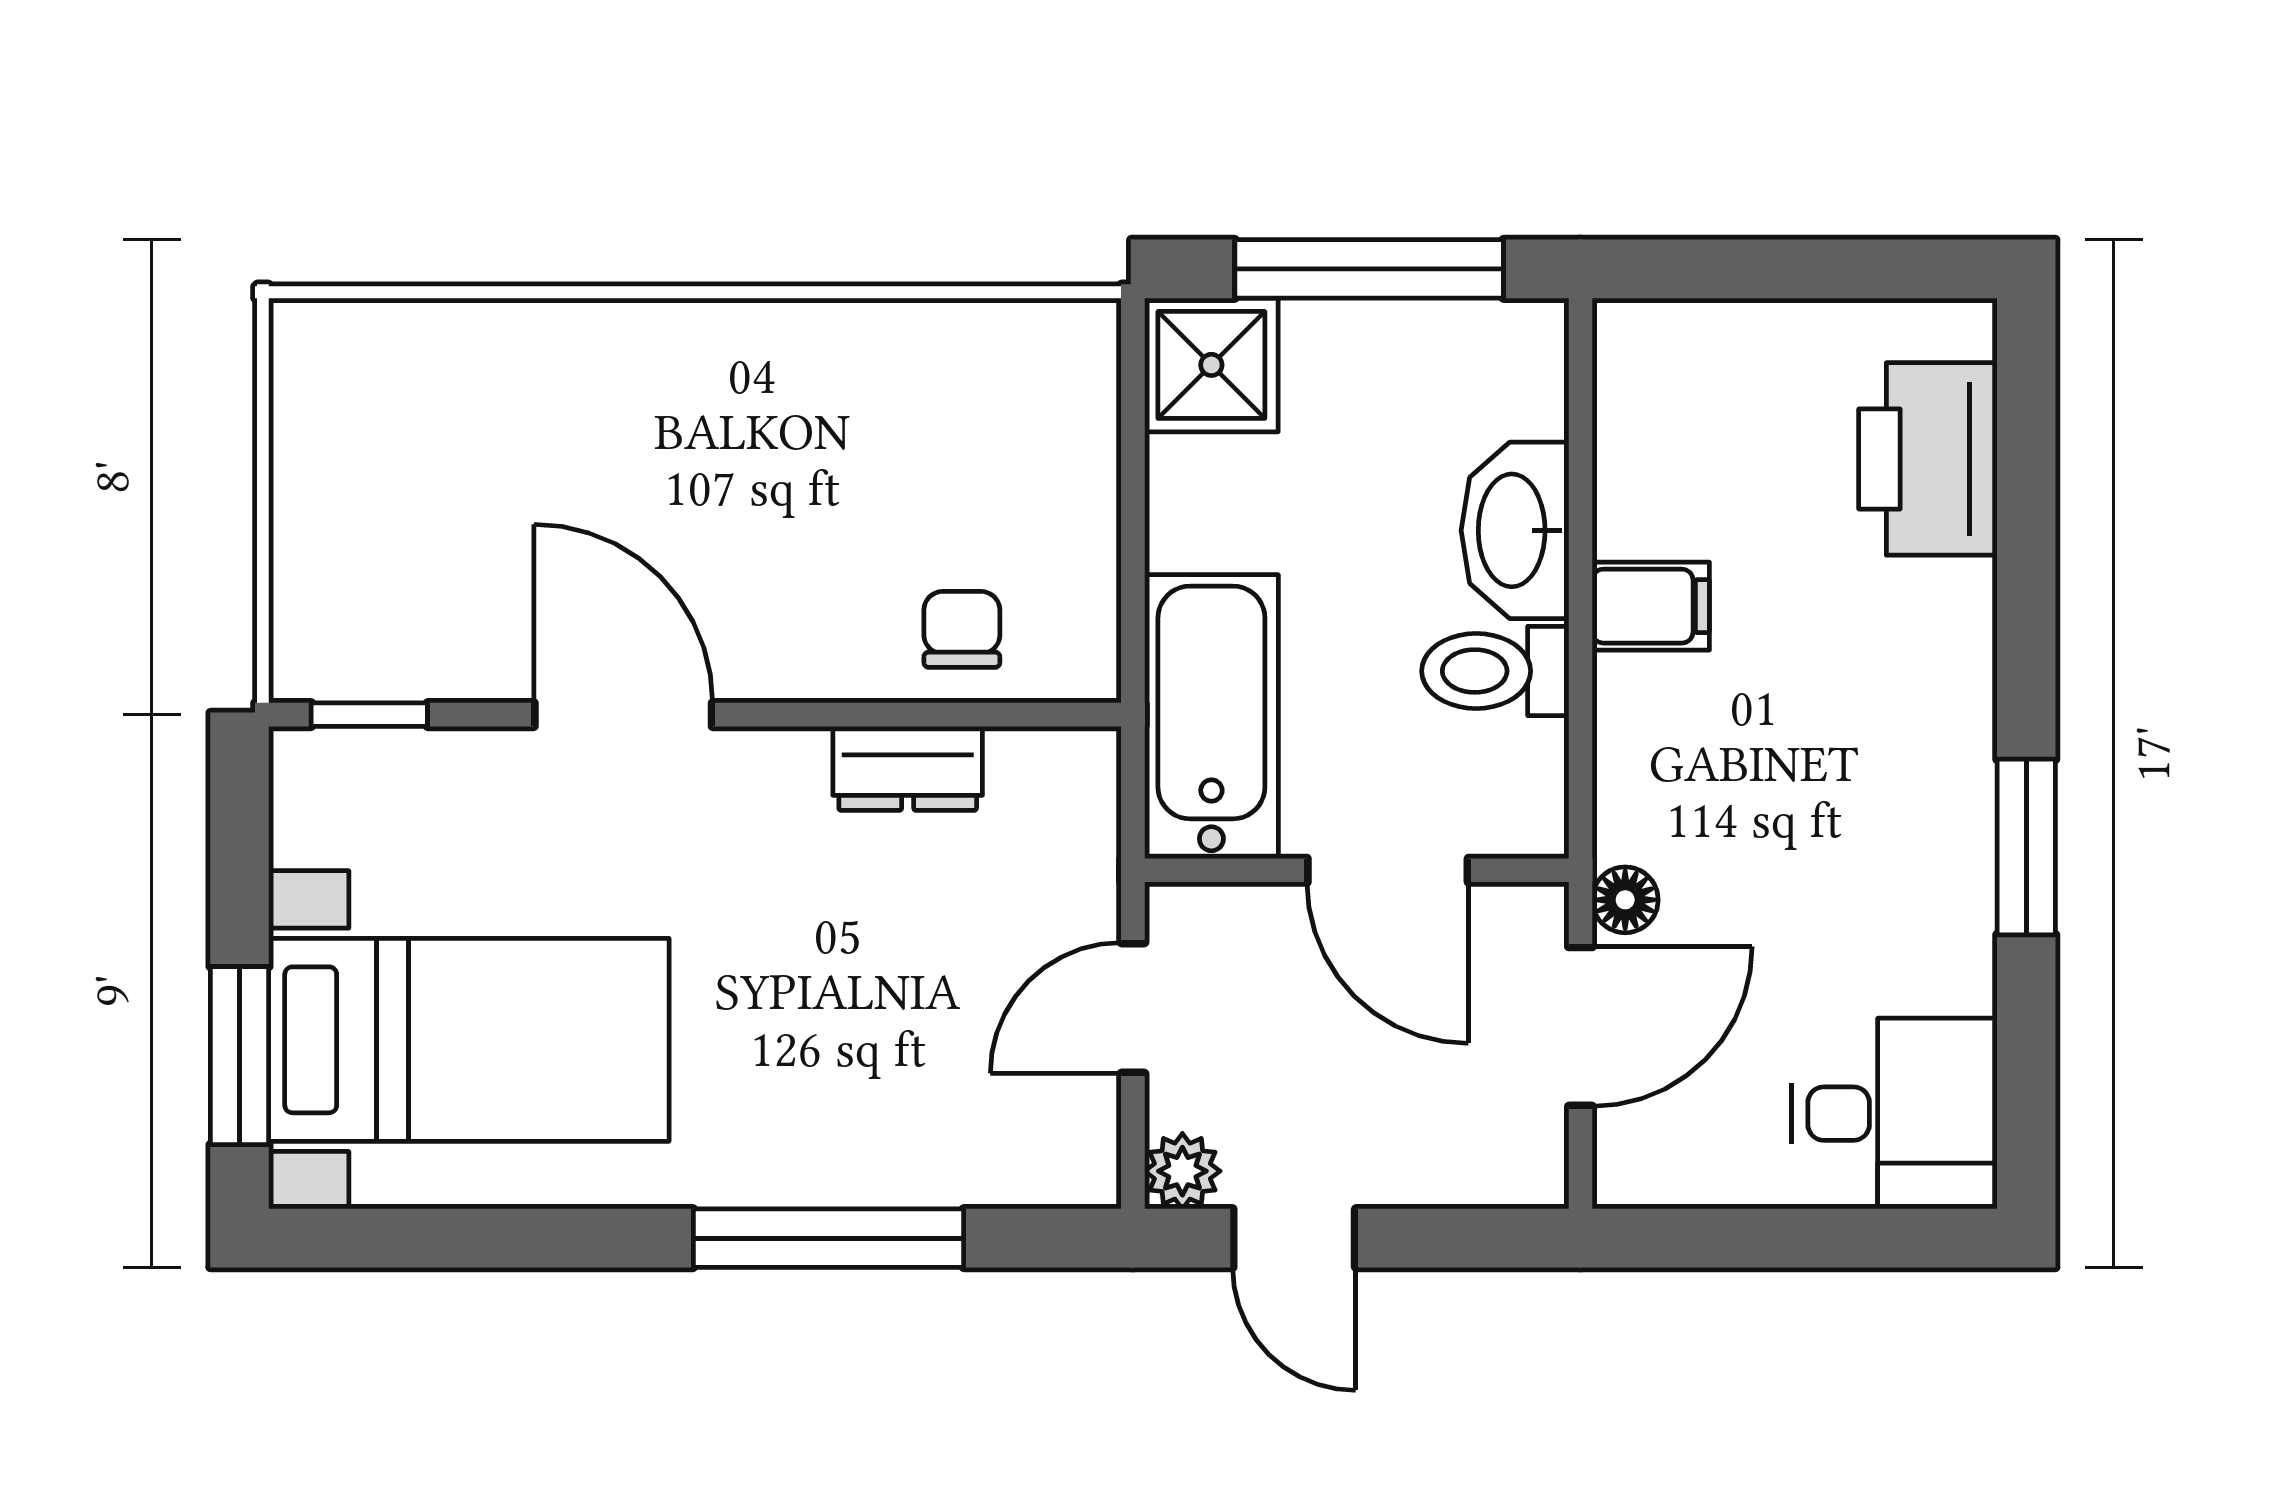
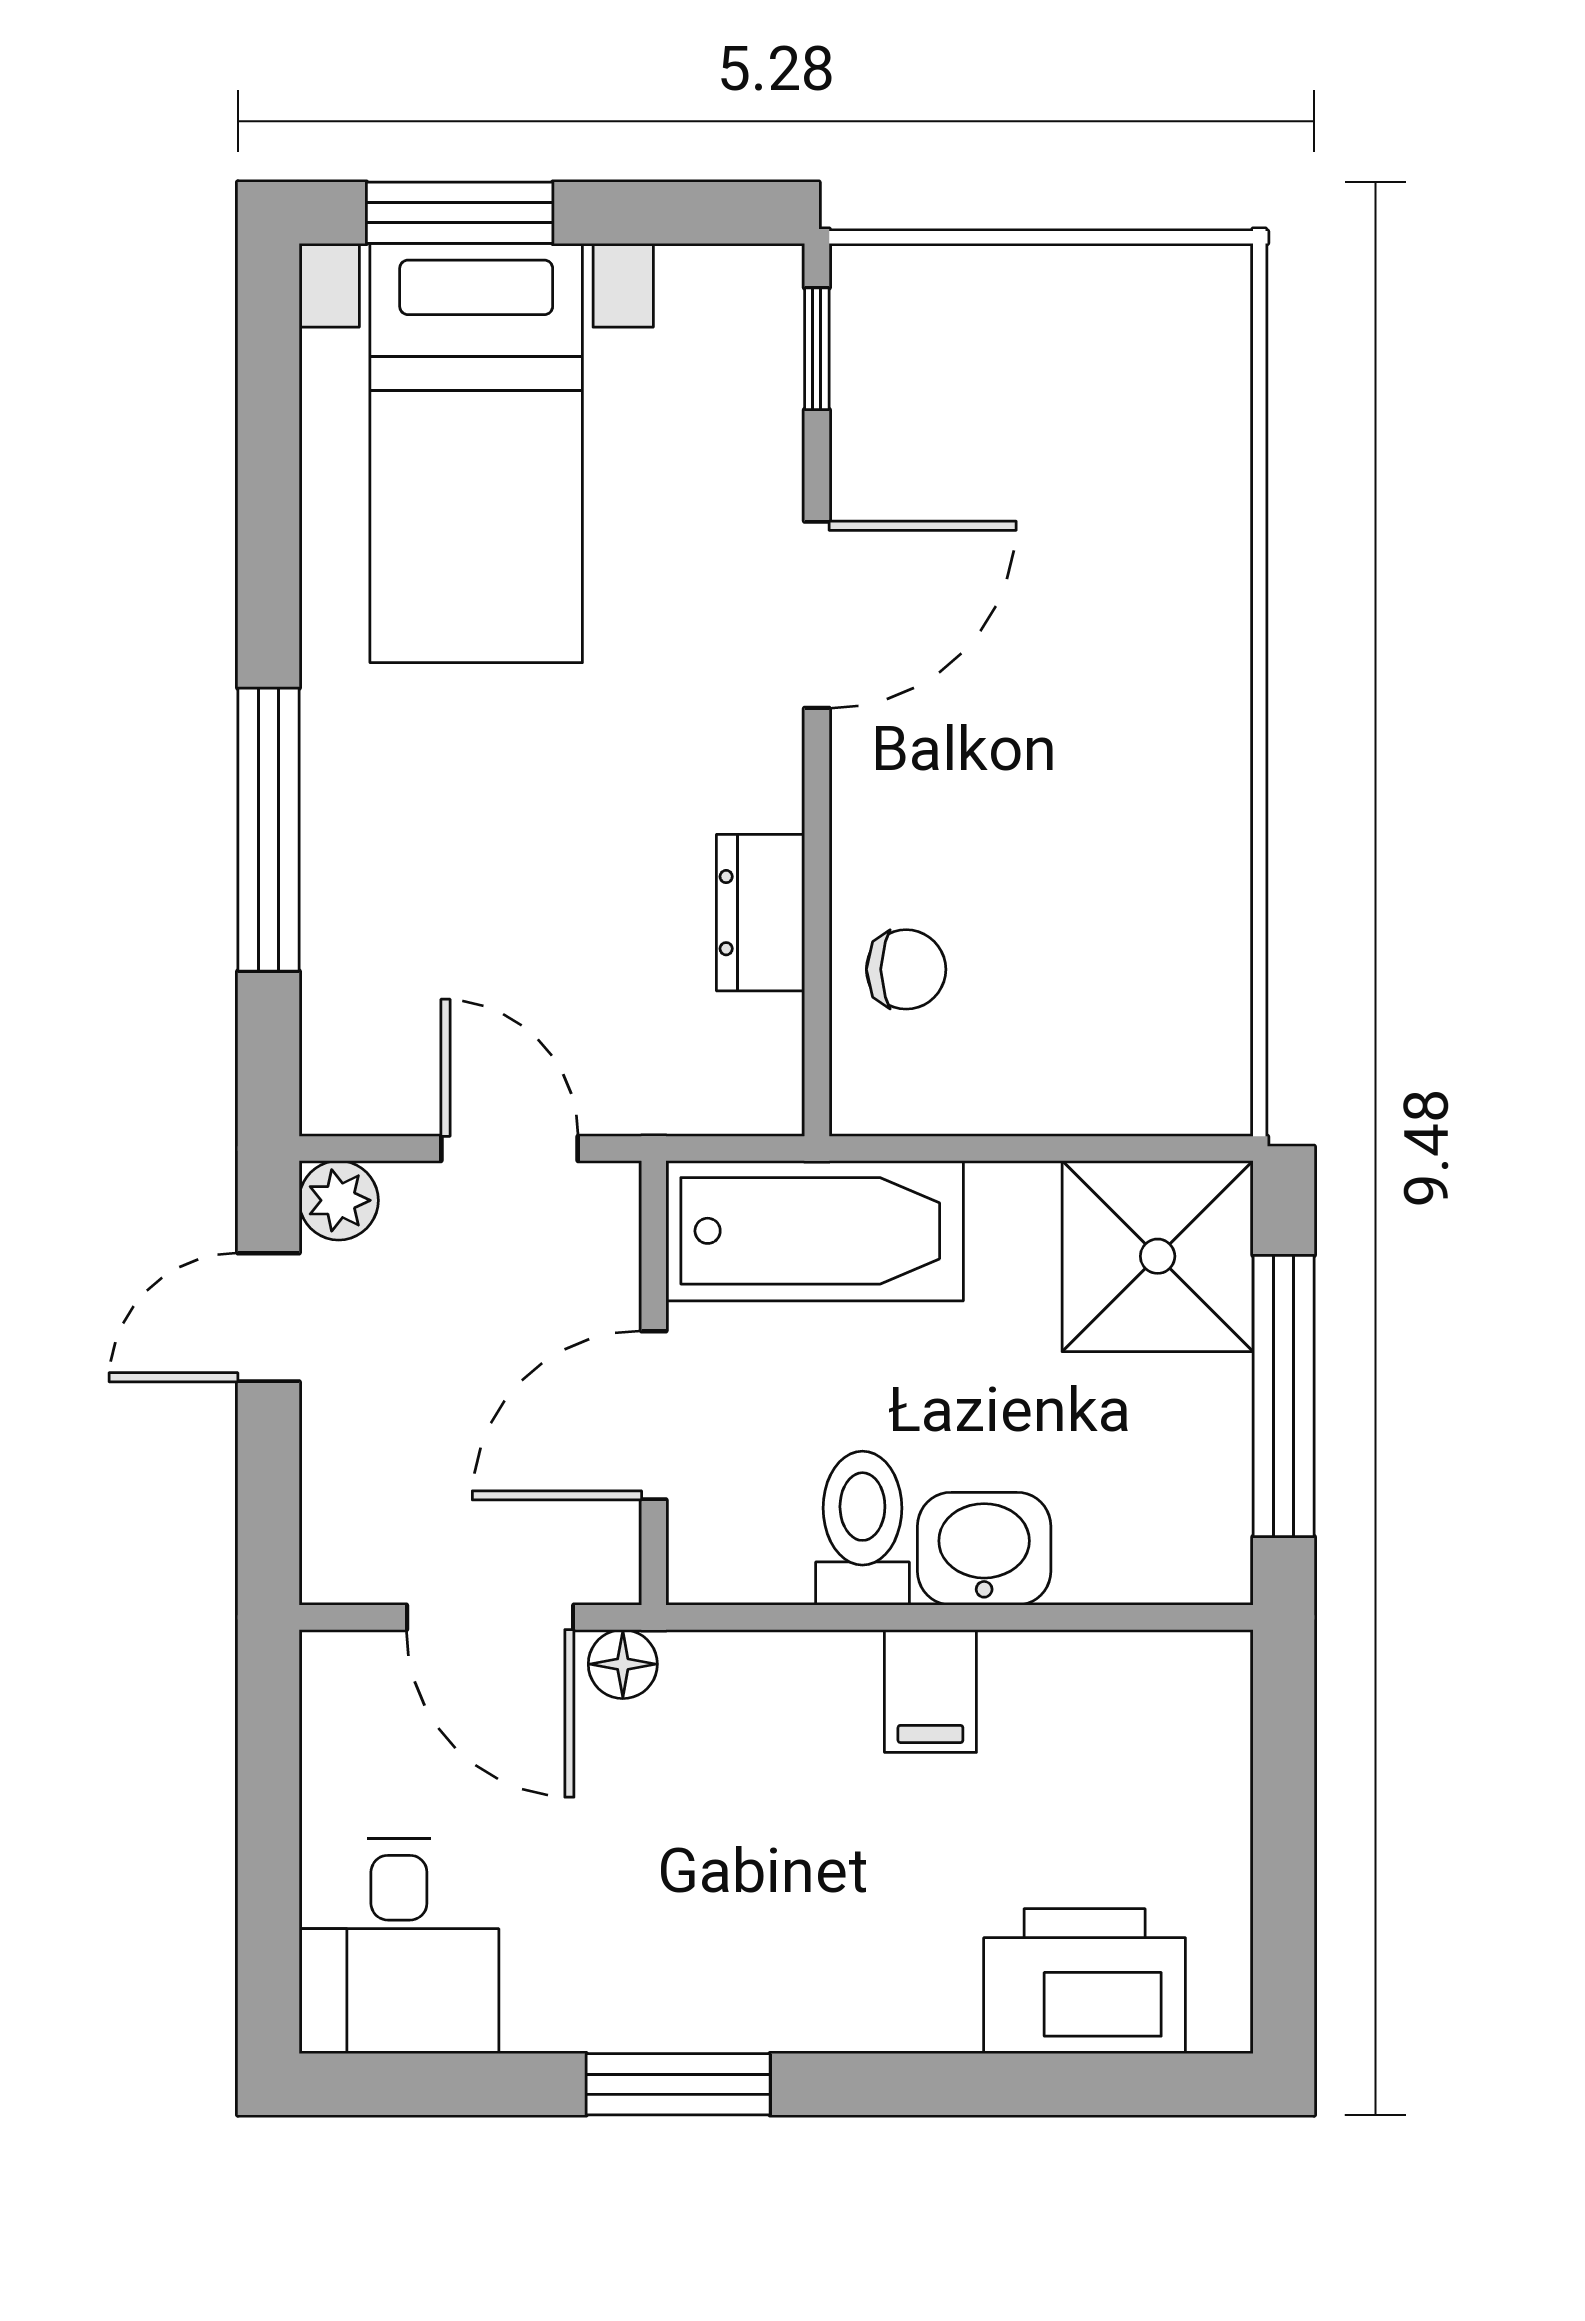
shower: (1211, 365) -> (1158, 1256), width x1.36, depth x1.36
washbasin: (1515, 530) -> (984, 1549), width x0.72

